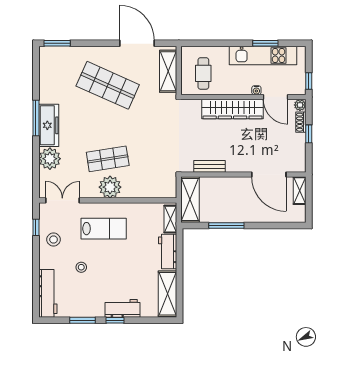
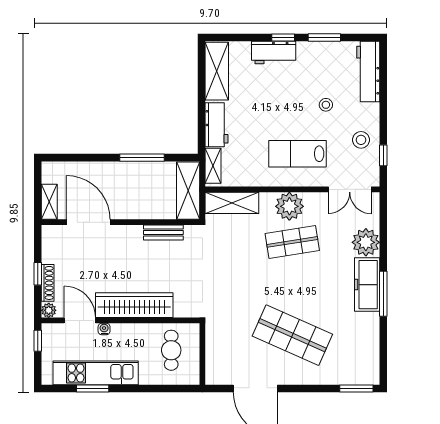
shelving: (168, 71) -> (232, 203), moved, turned 90
shoe rack: (301, 122) -> (48, 283), width x1.43

